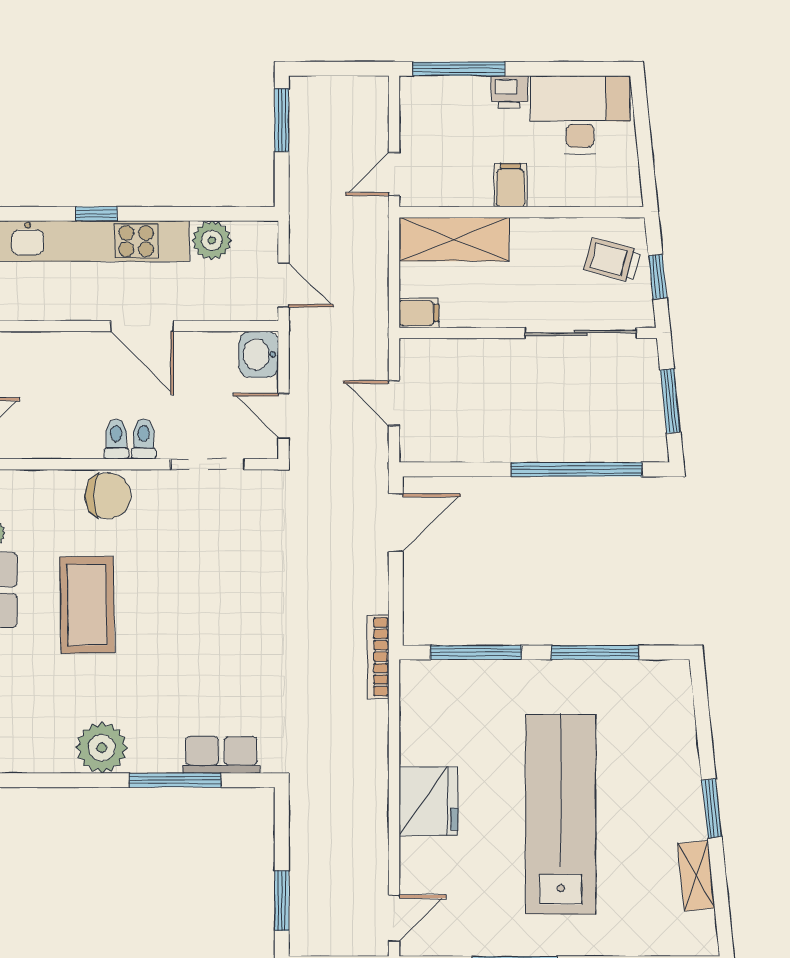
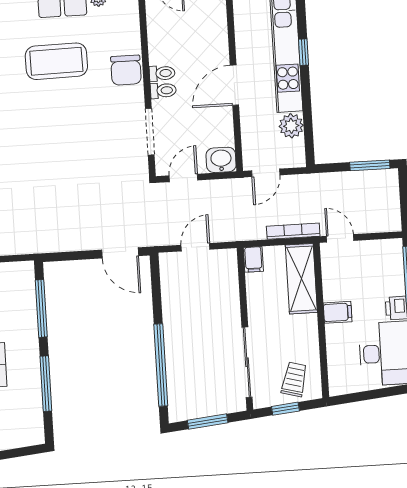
bookcase: (378, 657) -> (293, 231), moved

